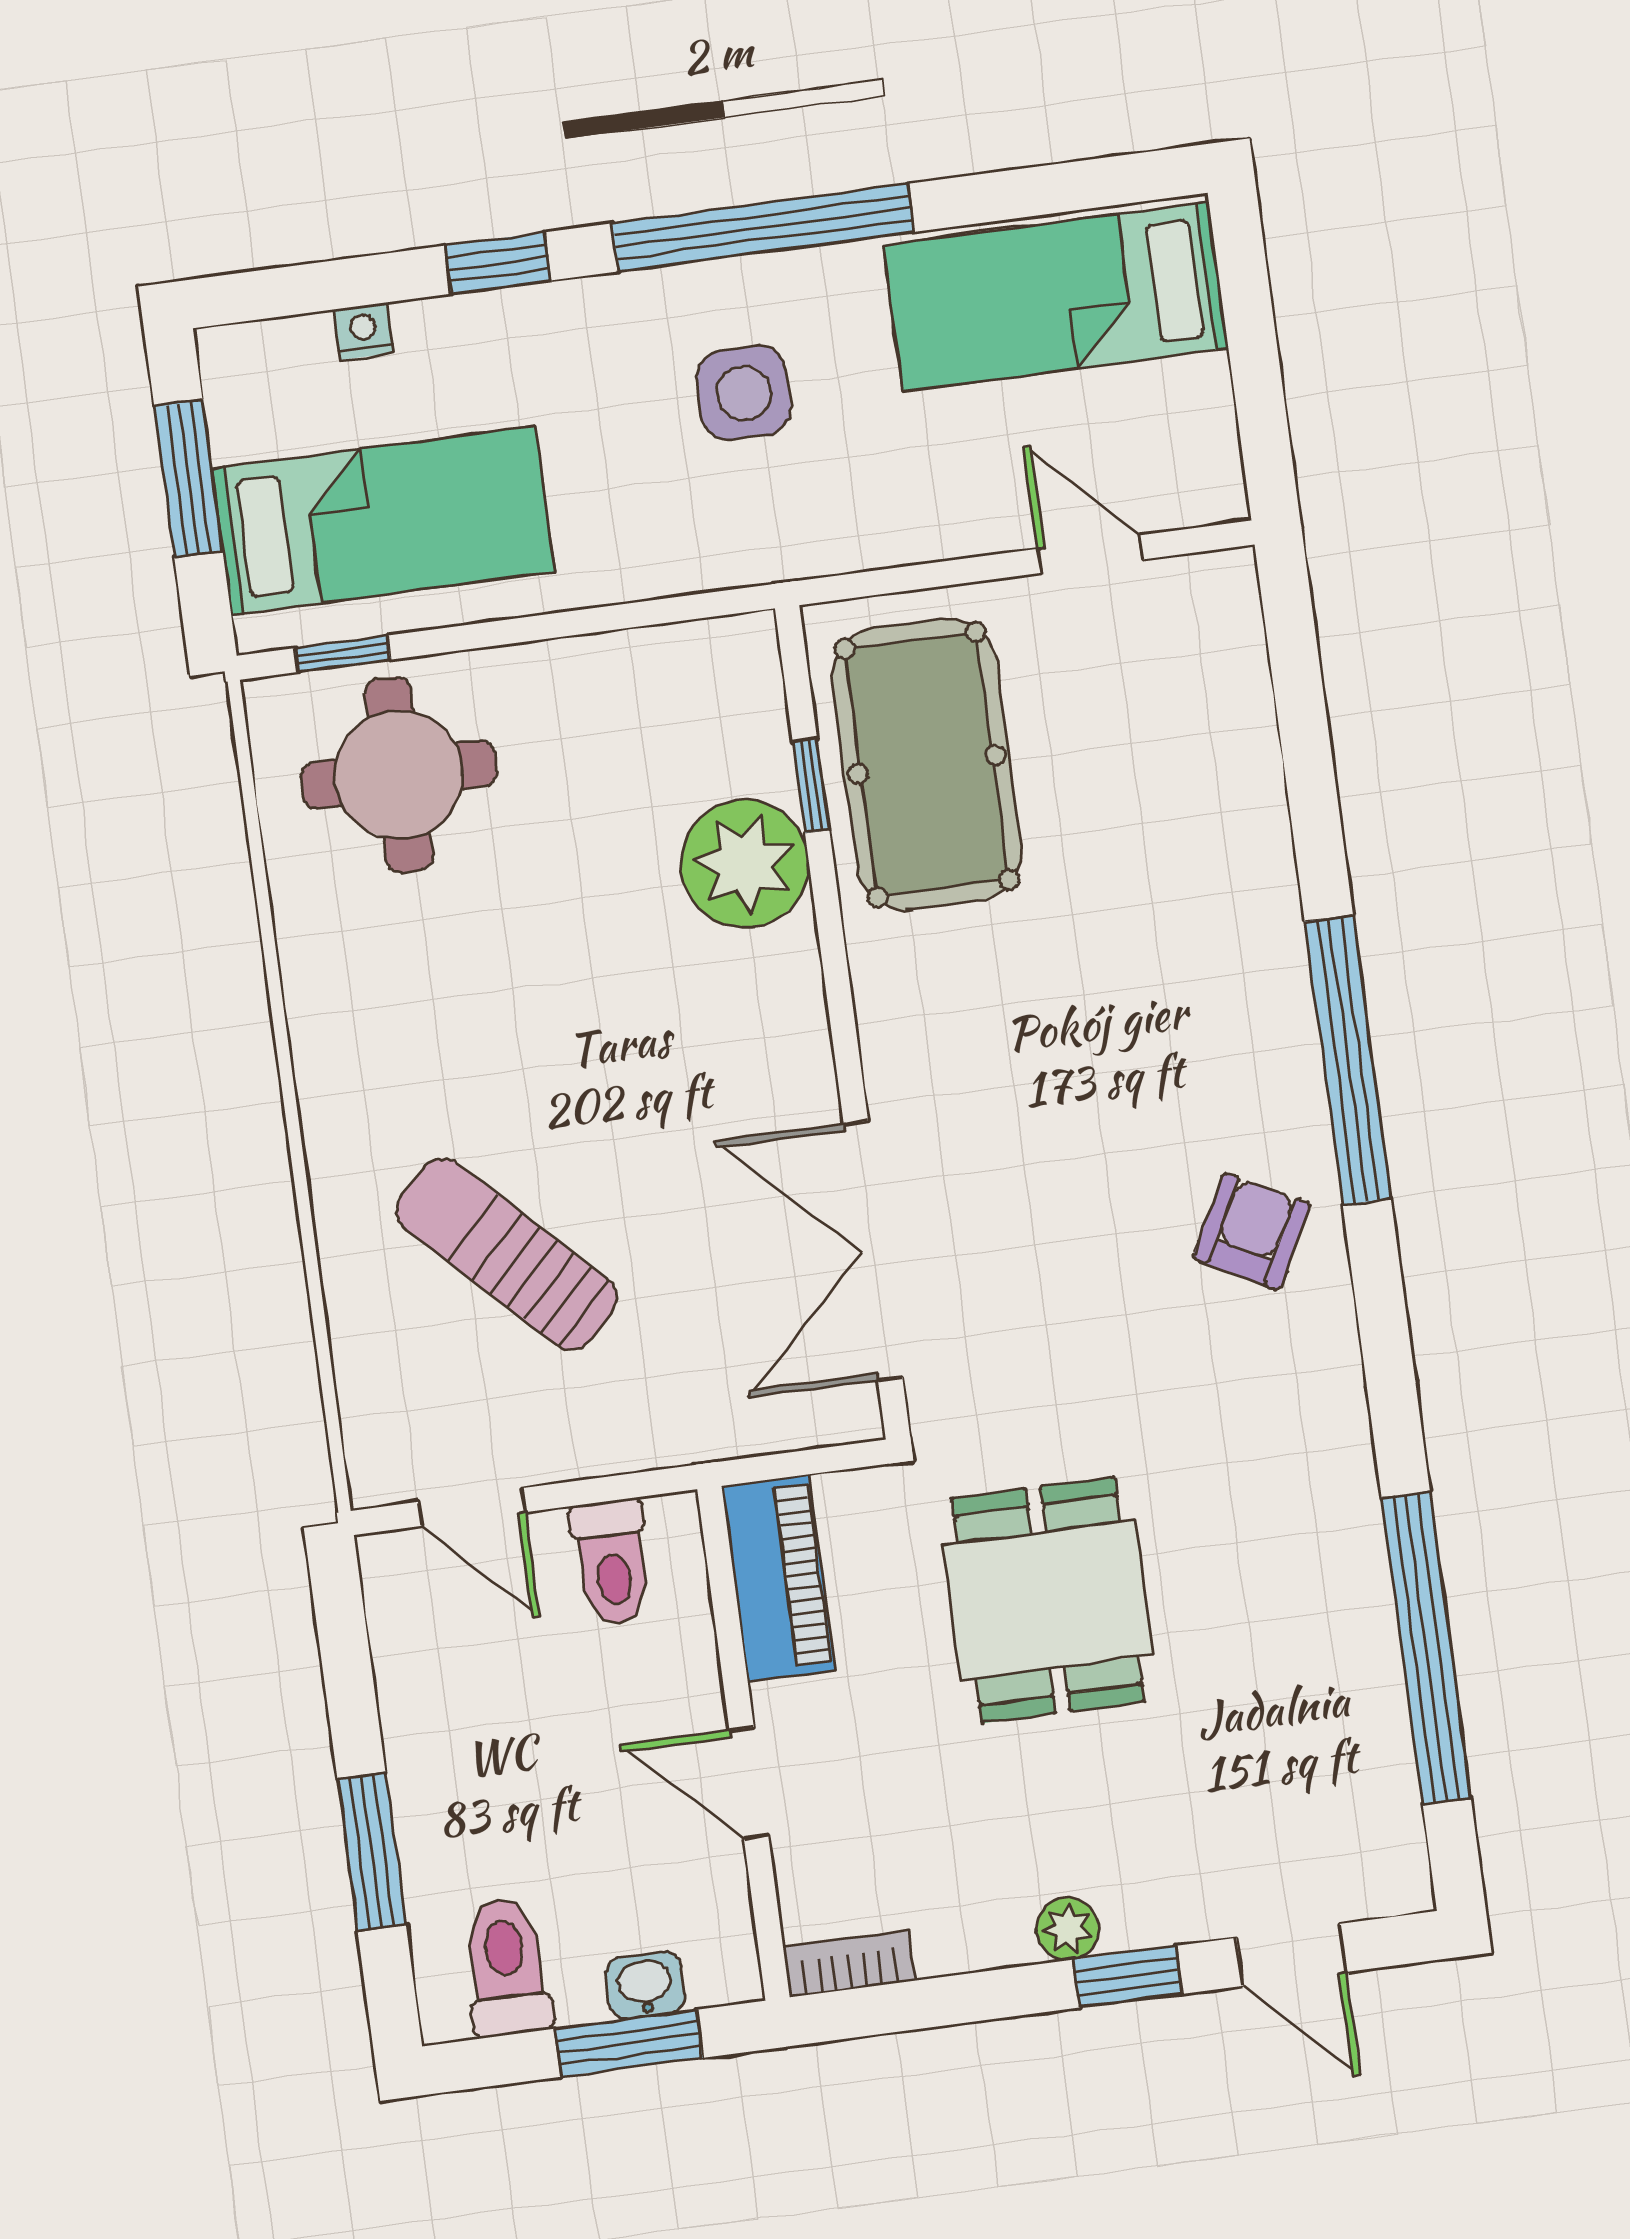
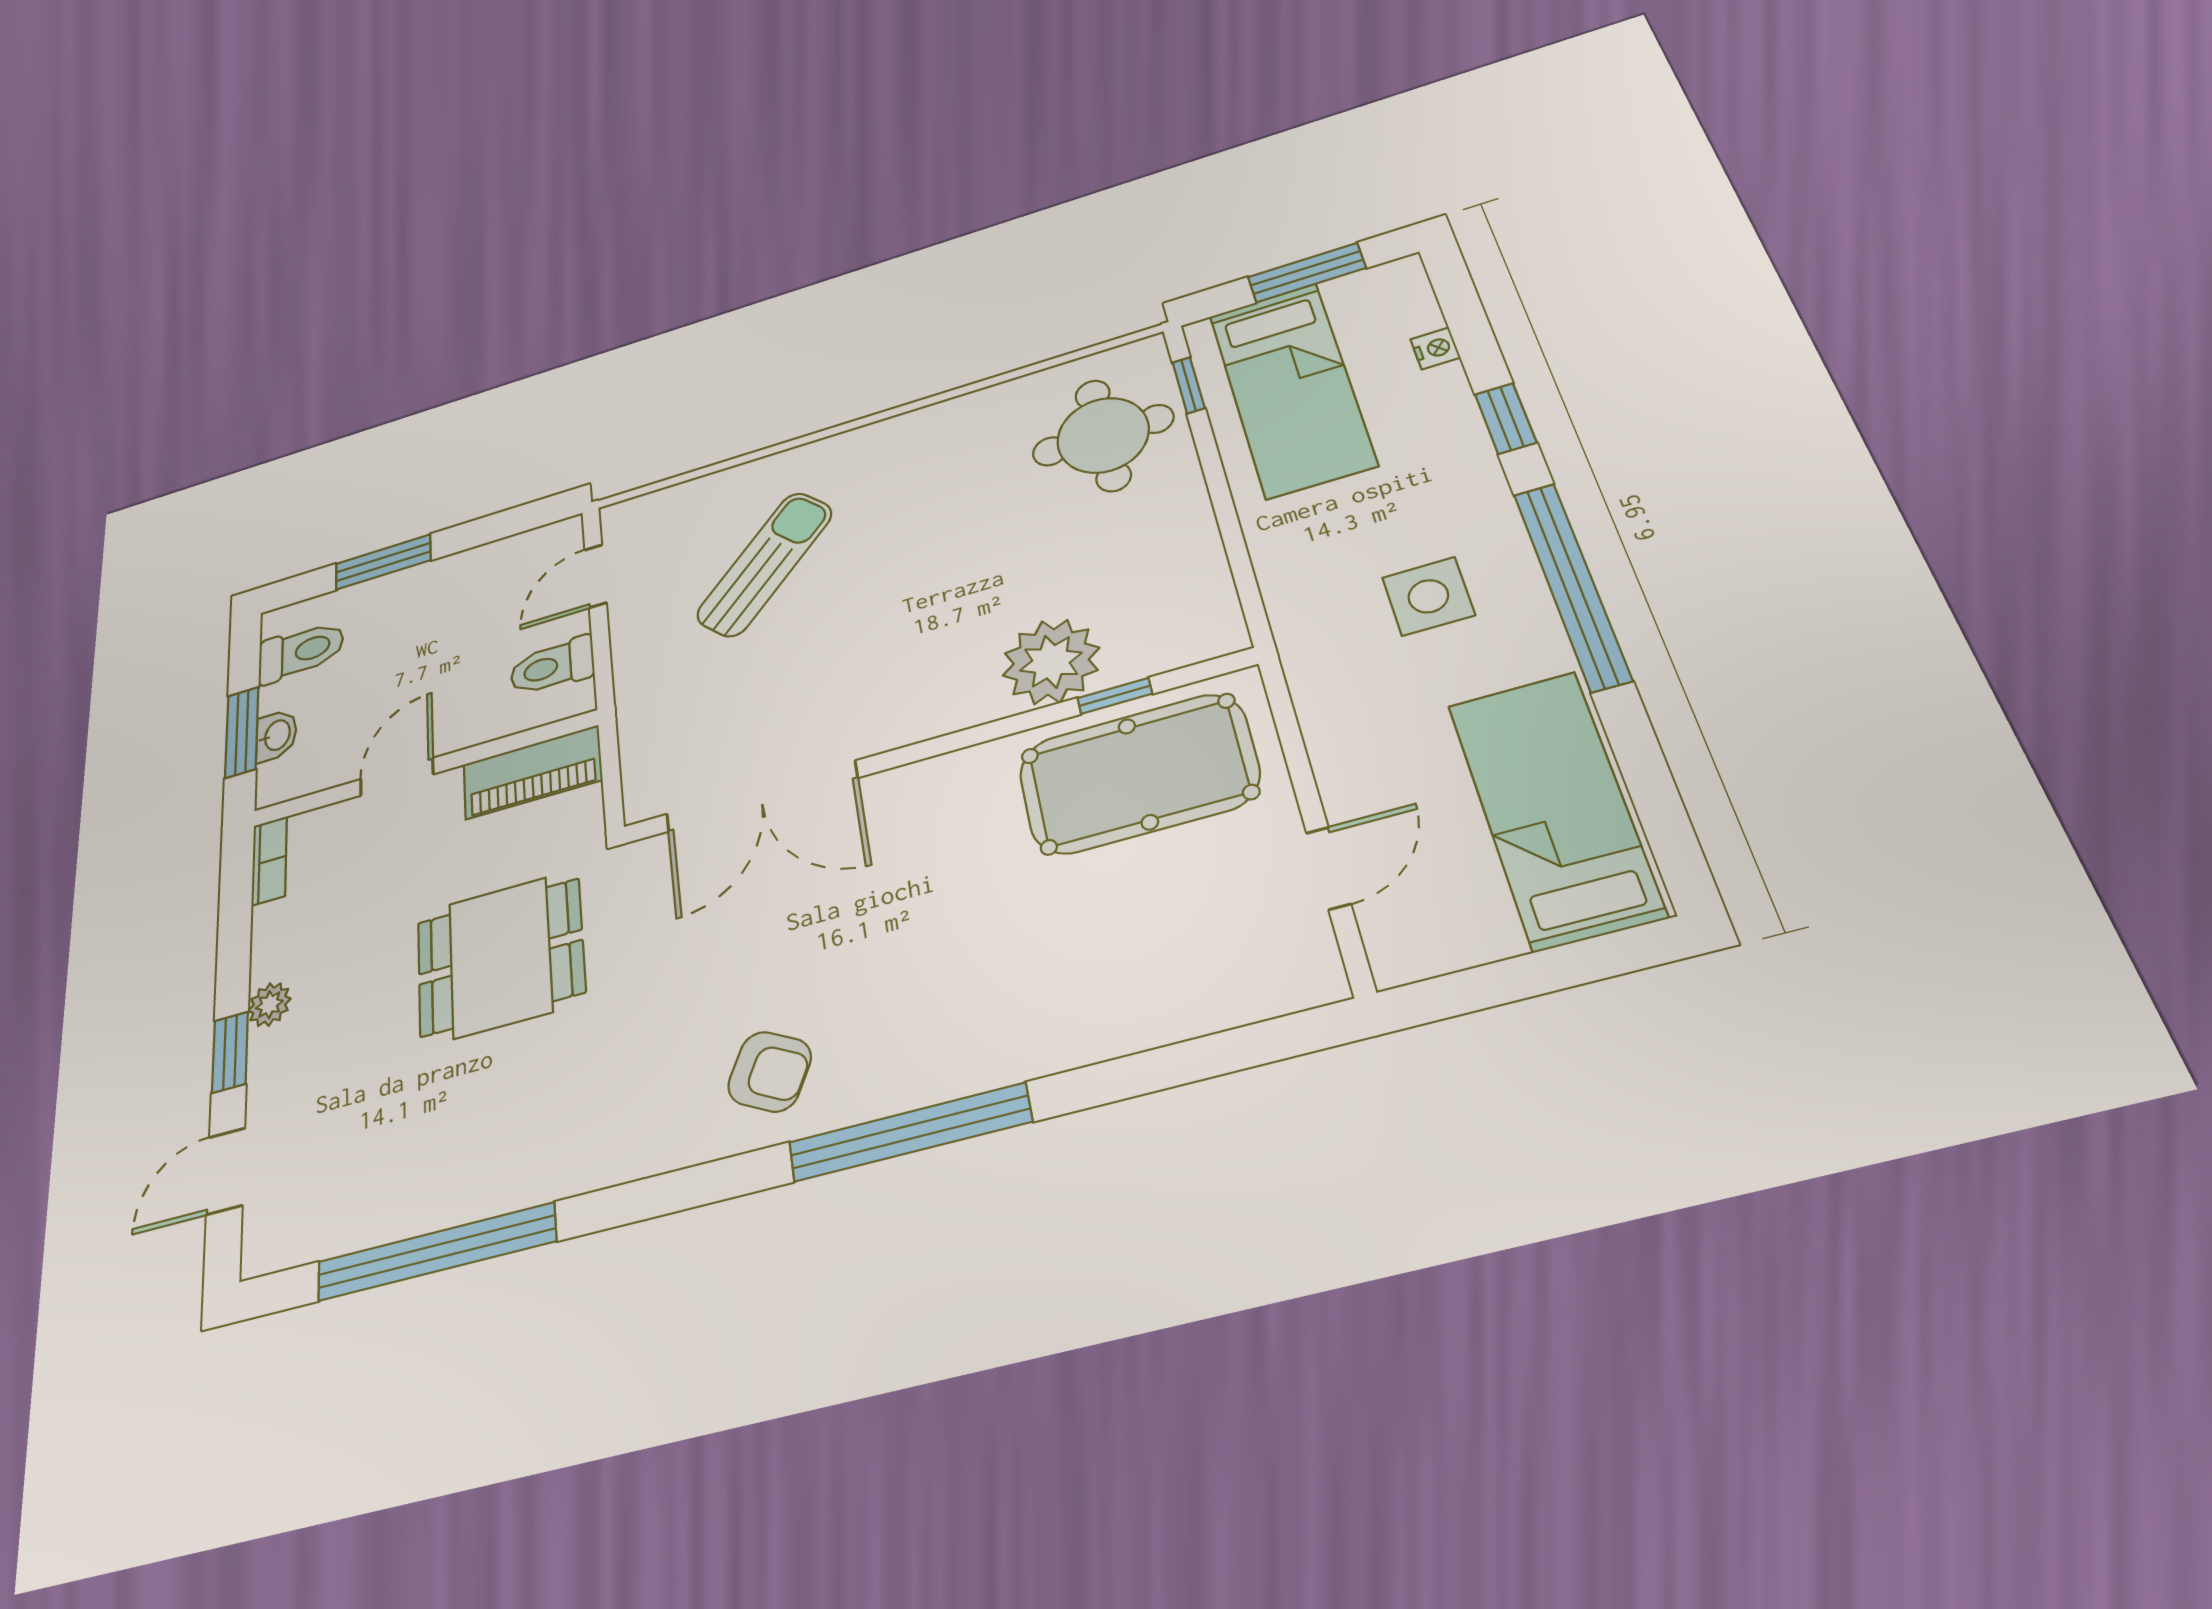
double door: (873, 1250) -> (761, 796), swing flipped

